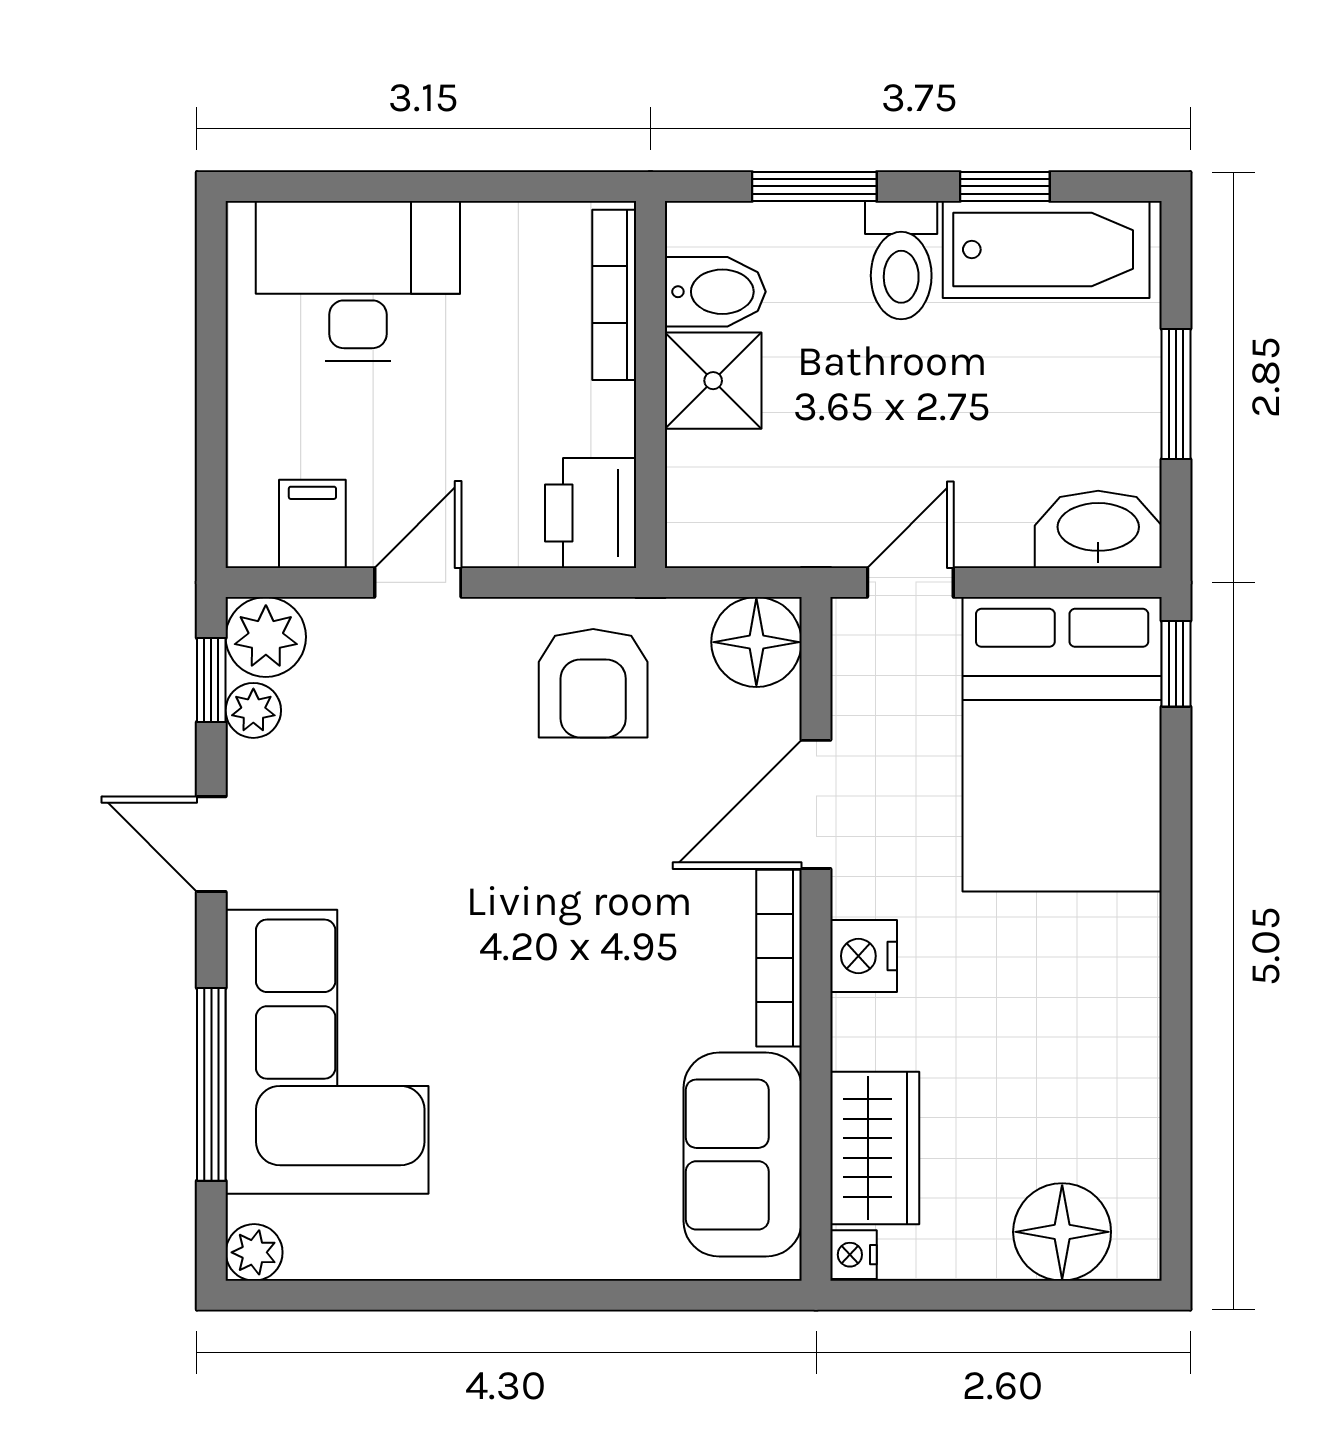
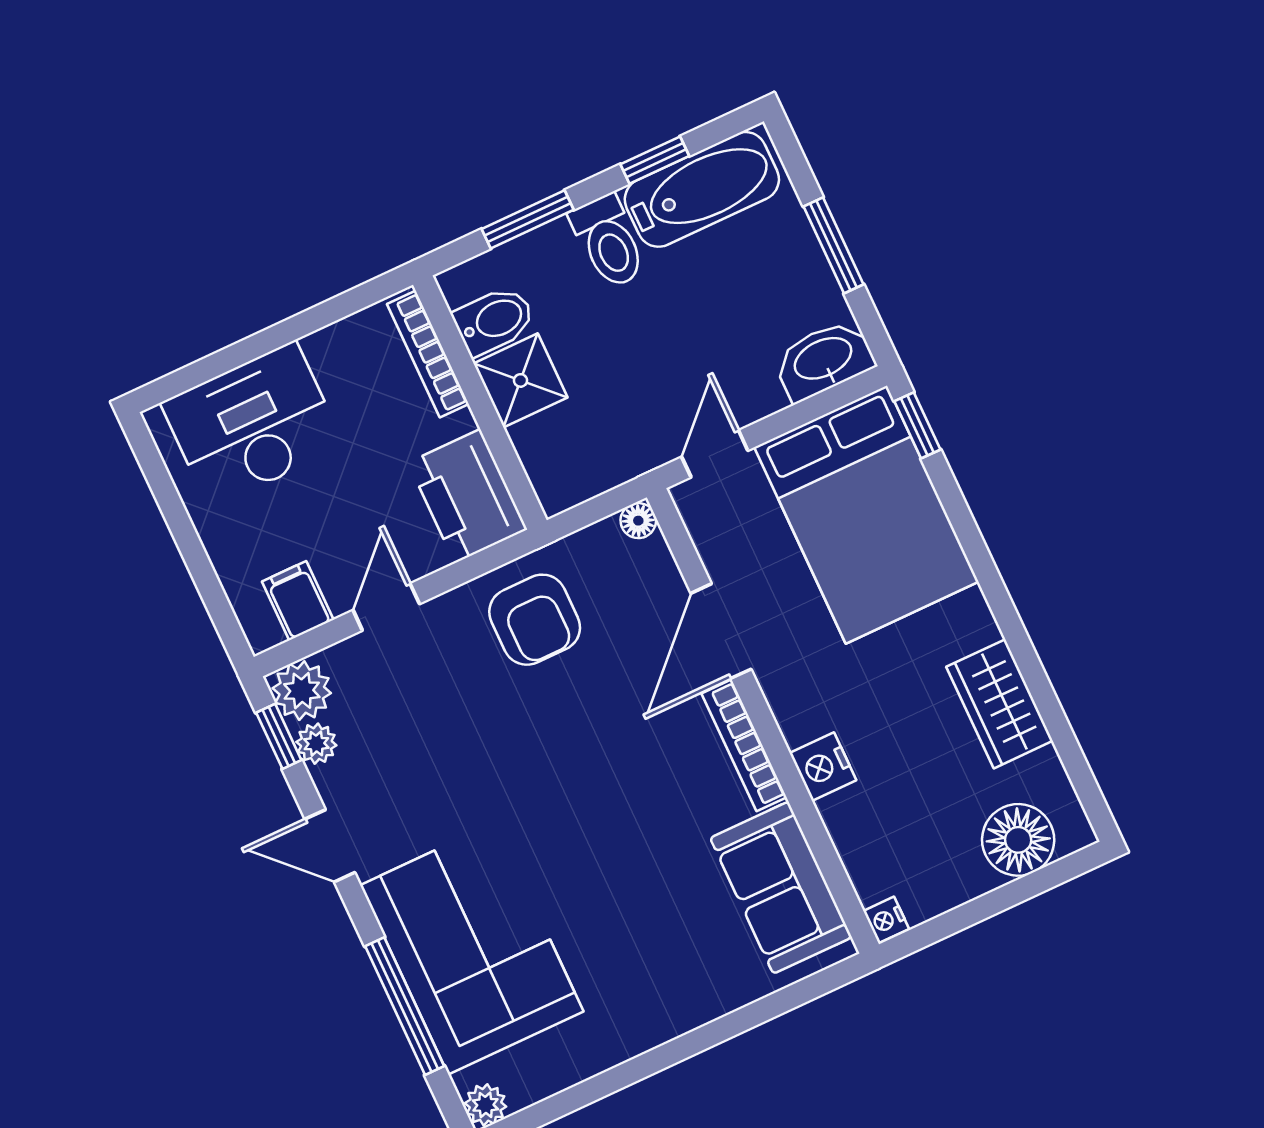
printer: (591, 513) -> (468, 496), width x1.37, depth x1.19
floor lamp: (756, 642) -> (638, 521), width x0.53, depth x0.53
nightstand: (864, 956) -> (823, 767), moved
wardrobe: (875, 1148) -> (1000, 704), moved, turned 180

